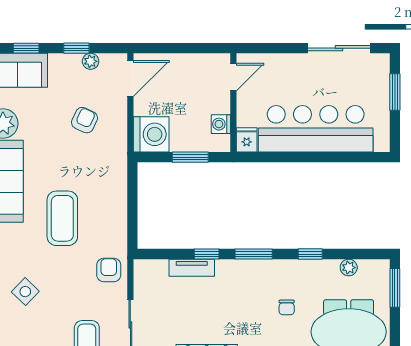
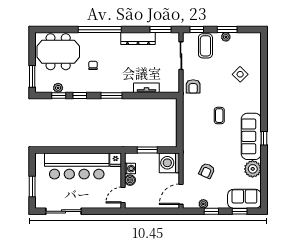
boiler: (221, 104) -> (130, 180), added
coffee table: (62, 218) -> (219, 116), width x0.54, depth x0.58
window: (207, 254) -> (59, 95), moved

